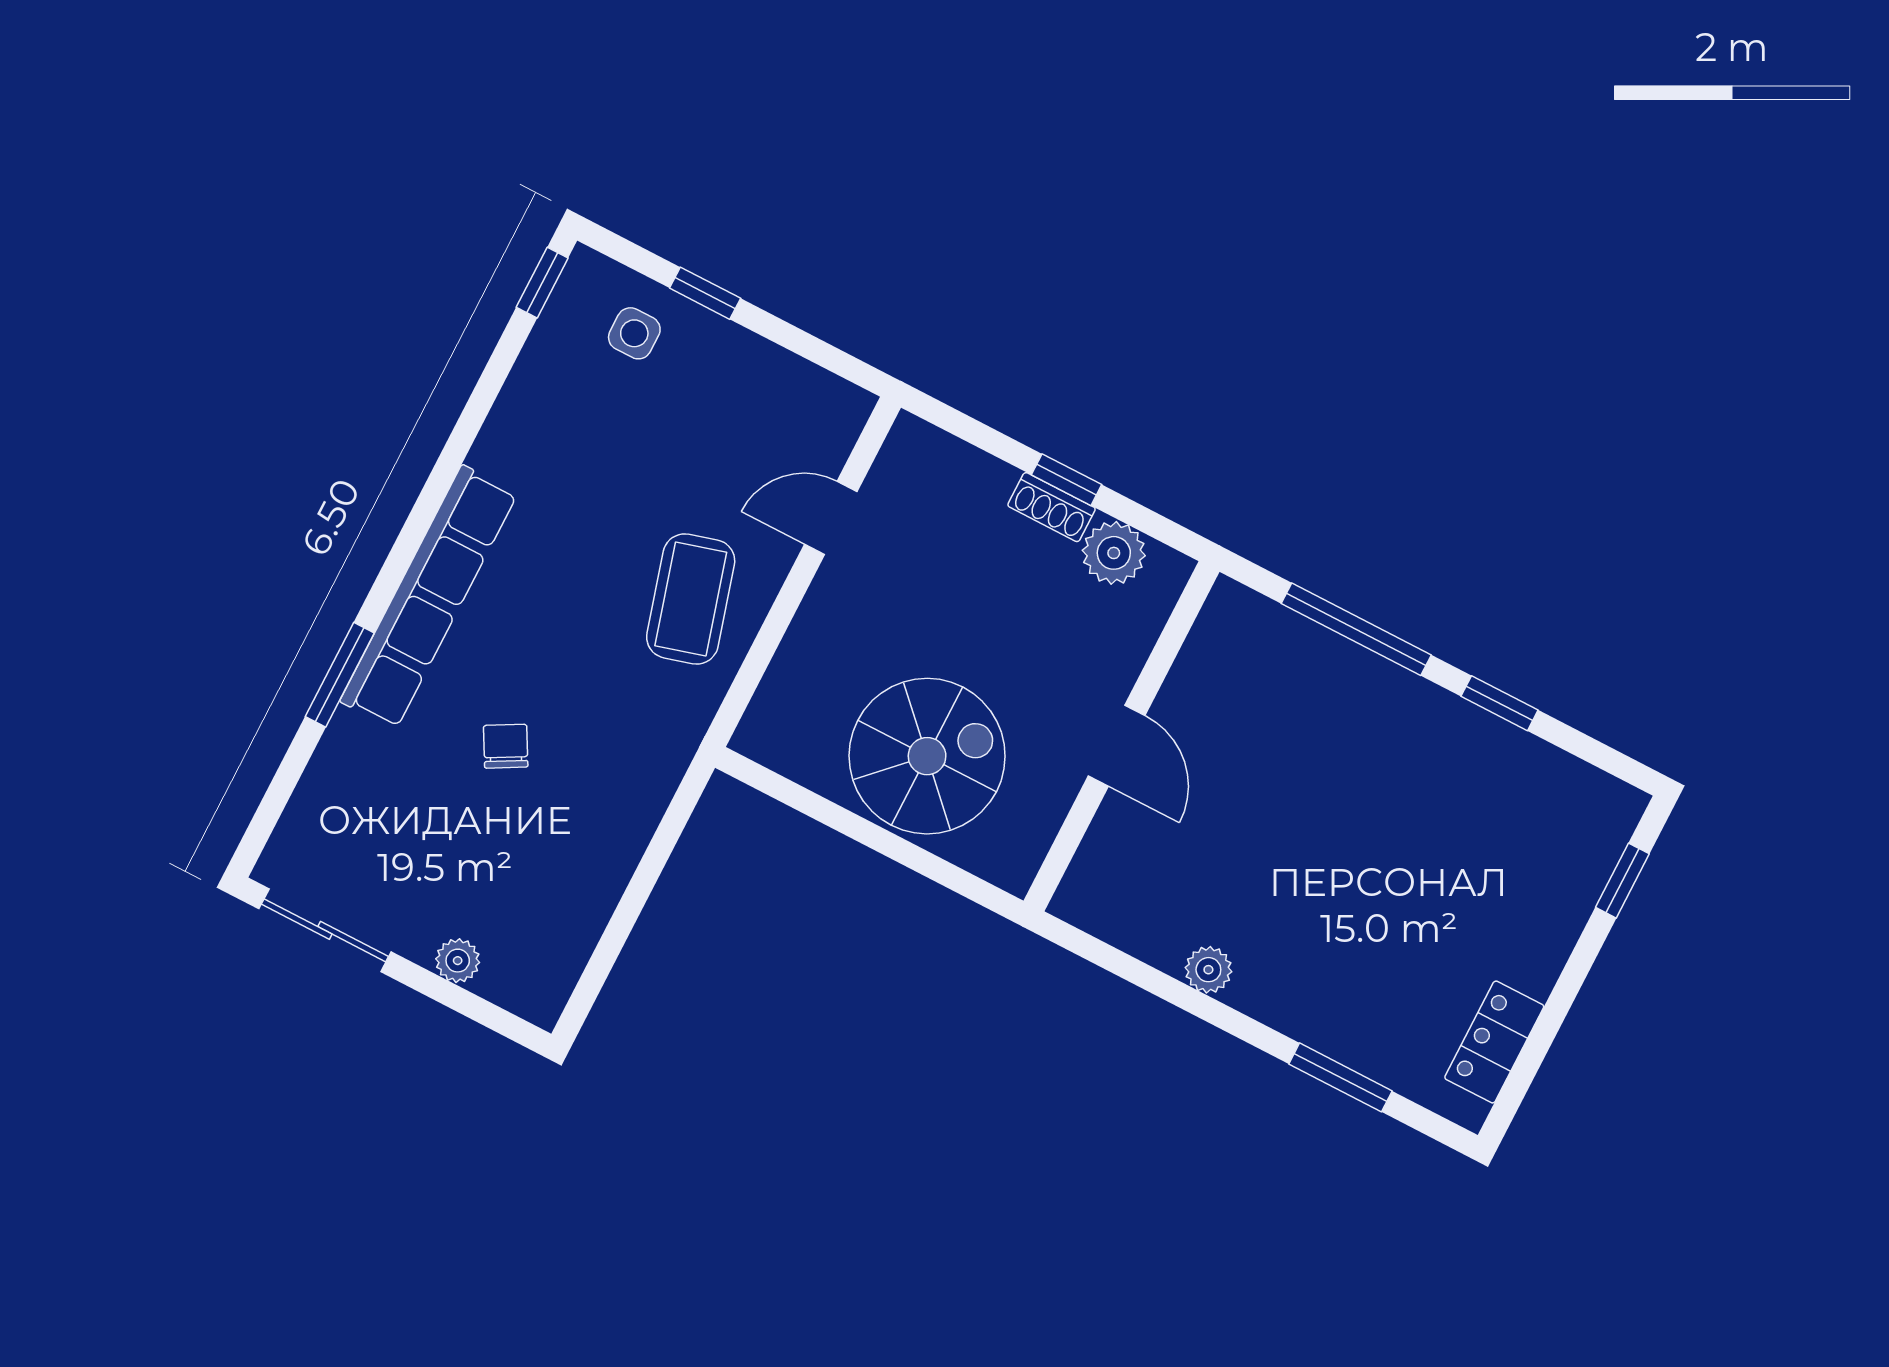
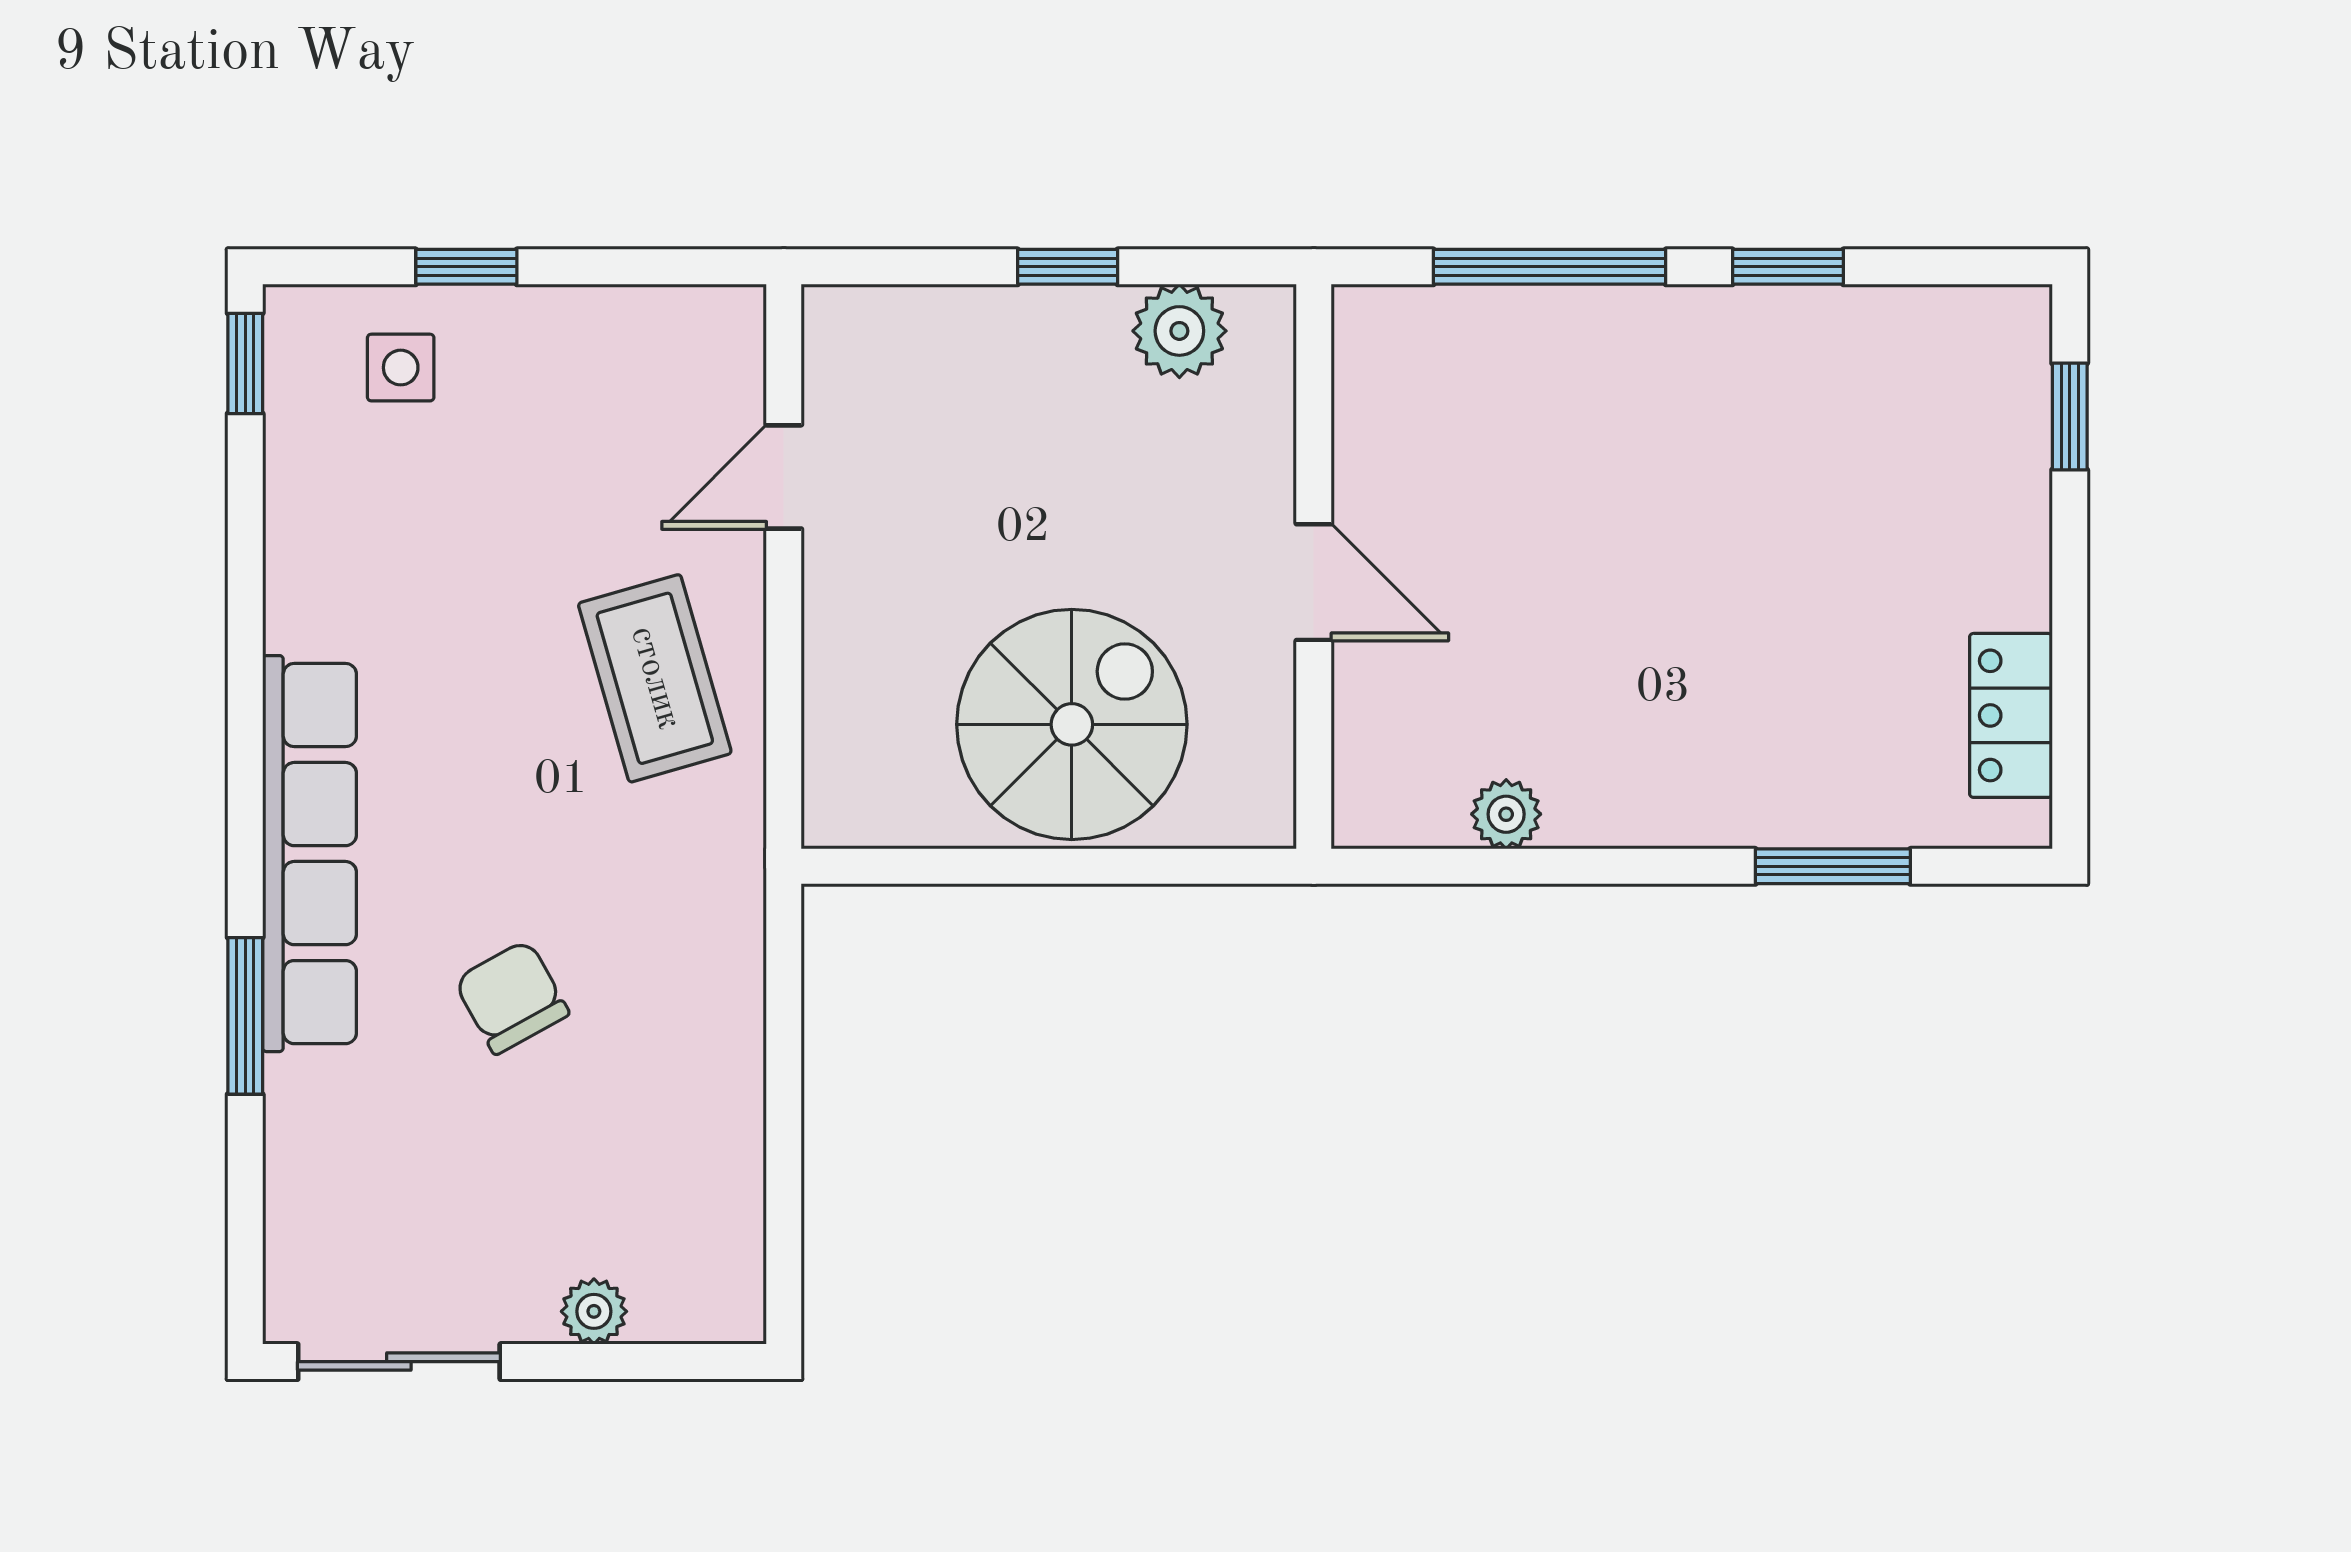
shoe rack: (1052, 507) -> (1067, 313), removed
chair: (506, 746) -> (512, 997), width x1.37, depth x1.37
plant: (1208, 970) -> (1506, 814), moved

